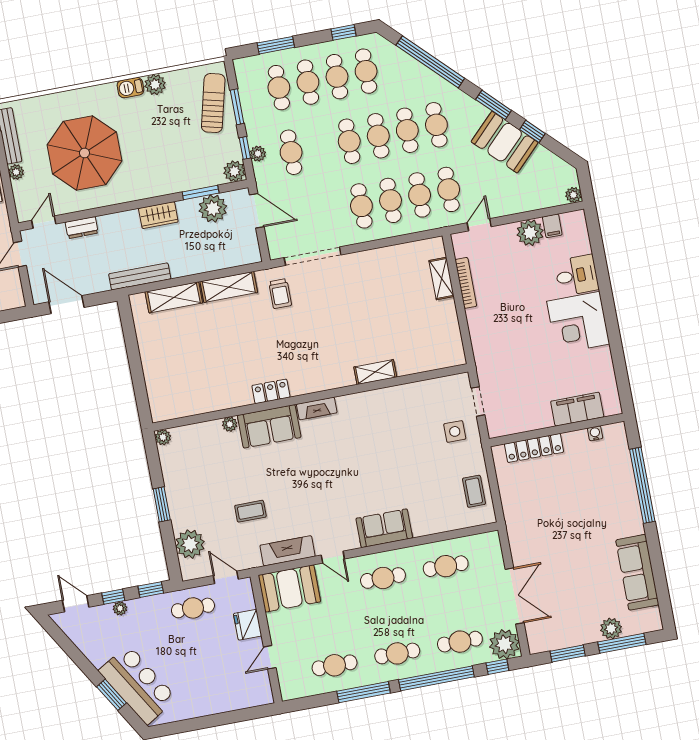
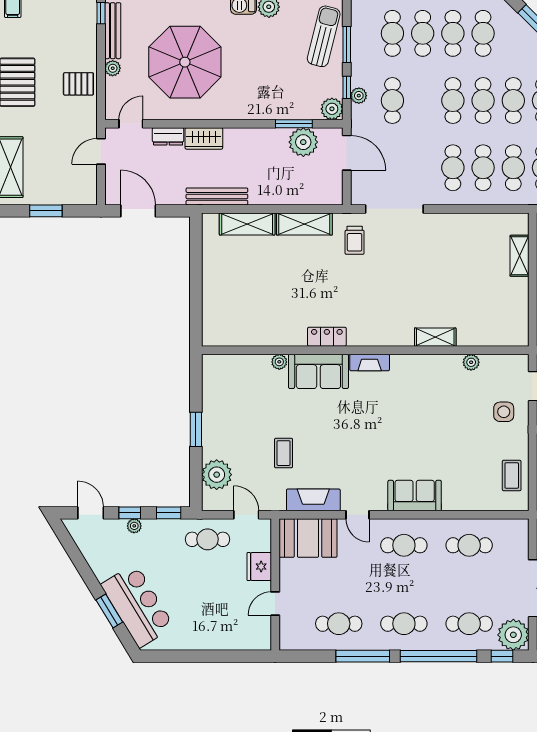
wardrobe: (158, 215) -> (204, 138), moved
plant: (163, 437) -> (471, 362), moved
coffee table: (250, 511) -> (284, 453), turned 90

